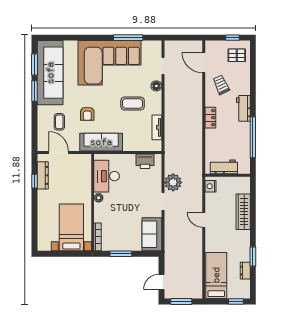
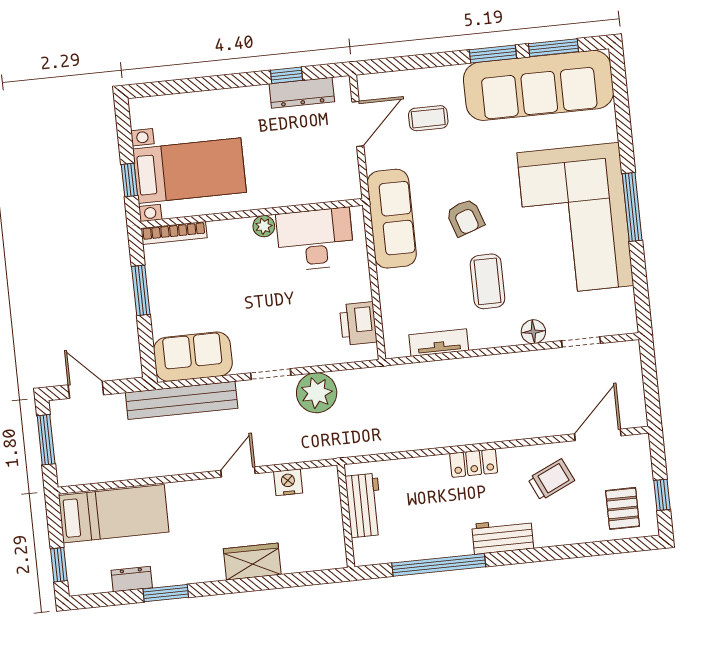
window: (128, 38) -> (632, 207), moved
armchair: (87, 114) -> (465, 218), moved, turned -109
nightstand: (210, 186) -> (288, 482), moved
wardrobe: (243, 212) -> (252, 562), width x0.67
bench: (170, 241) -> (182, 400), added
window: (73, 254) -> (129, 180), added

